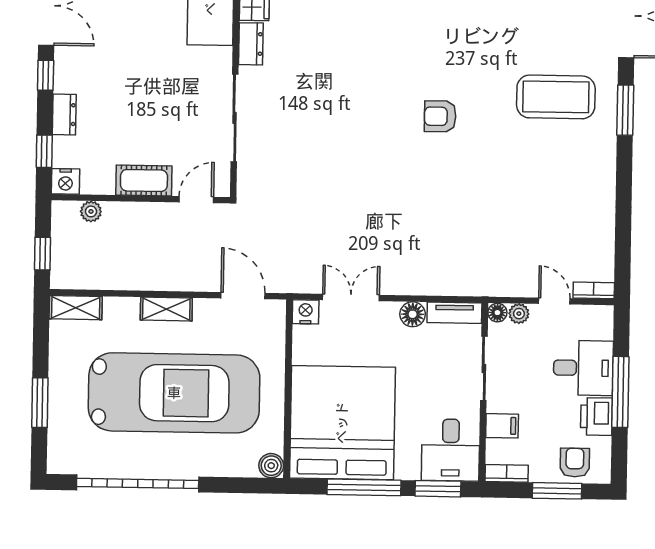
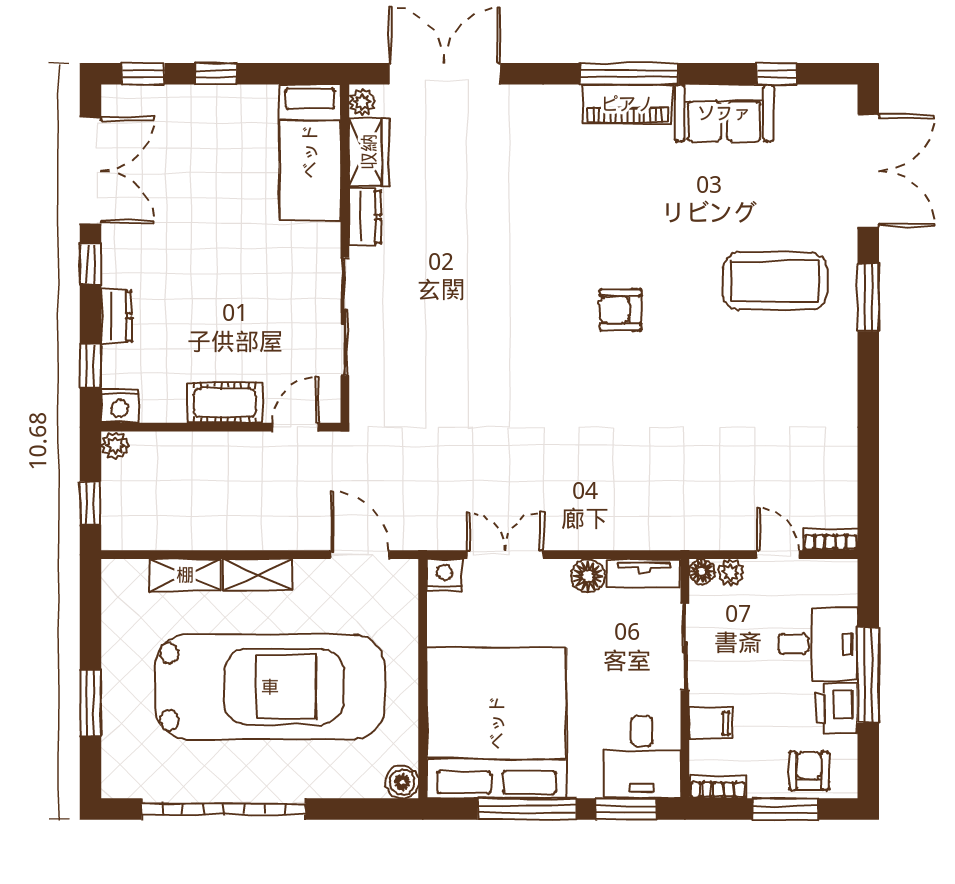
plant: (91, 211) -> (115, 446), moved
shelving: (76, 308) -> (185, 575), moved

